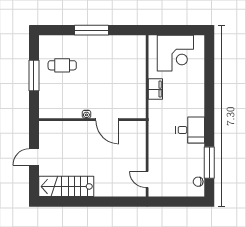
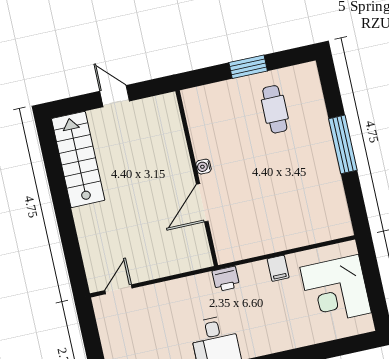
window: (34, 75) -> (248, 67), width x0.69
filing cabinet: (155, 89) -> (278, 268), width x0.50
printer: (155, 116) -> (226, 279), added

